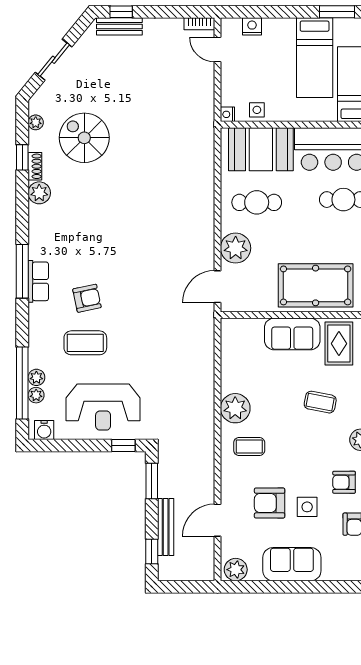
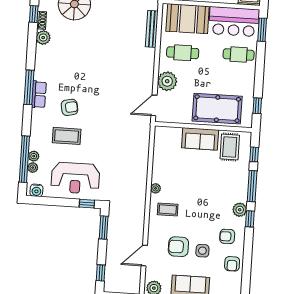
coffee table: (320, 402) -> (215, 184), removed
plant: (235, 408) -> (156, 188), width x0.53, depth x0.53
bench: (166, 527) -> (152, 29), moved

